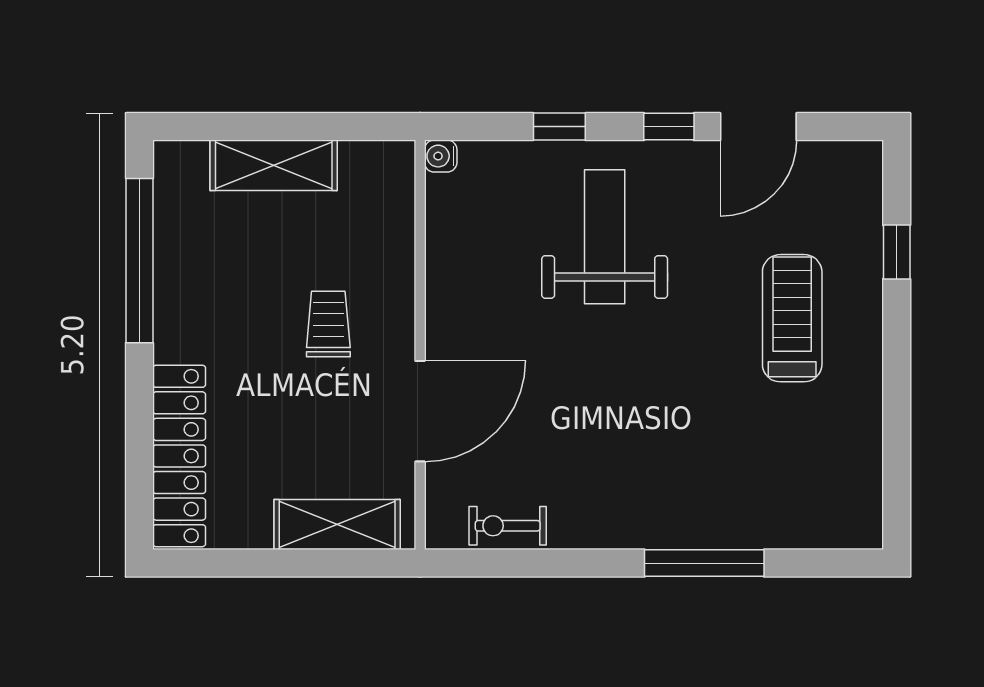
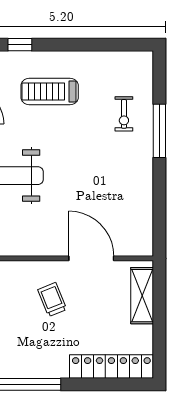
trolley: (328, 324) -> (52, 300), turned 68
exercise bike: (508, 526) -> (124, 114), moved

